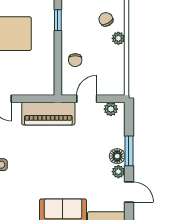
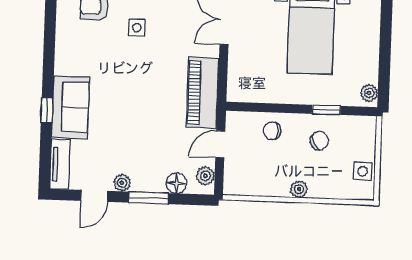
chair: (106, 19) -> (319, 141), moved
door: (87, 99) -> (220, 144), swing flipped
floor lamp: (117, 156) -> (176, 183), moved

